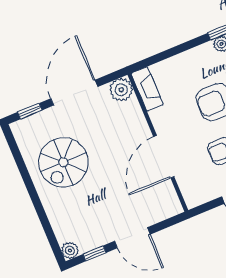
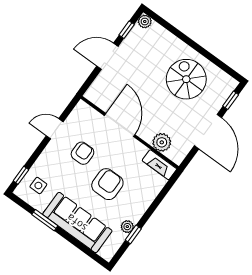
plant: (121, 90) -> (162, 142), moved

